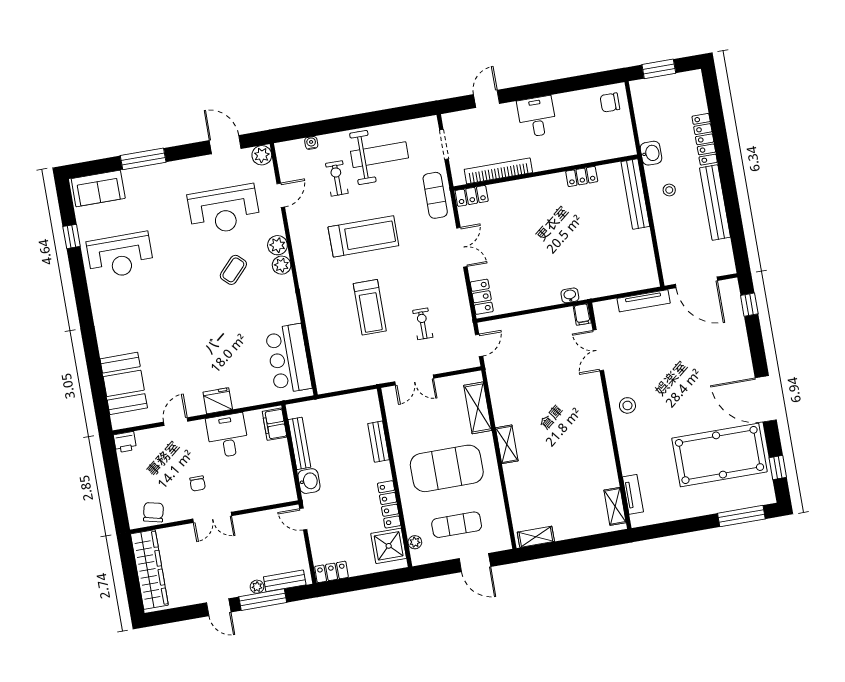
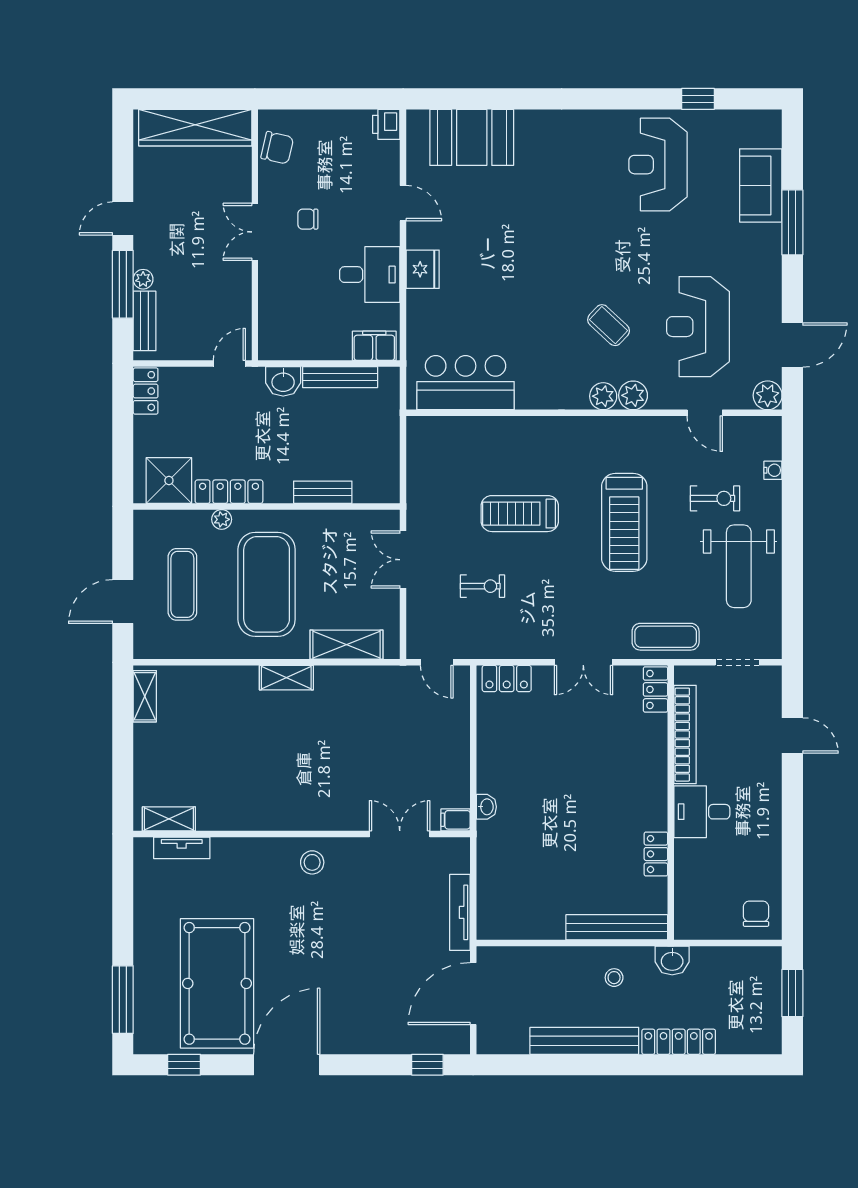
desk: (537, 117) -> (702, 812), moved, turned 180
sofa: (98, 189) -> (761, 185), moved
plant: (415, 542) -> (222, 519), moved

